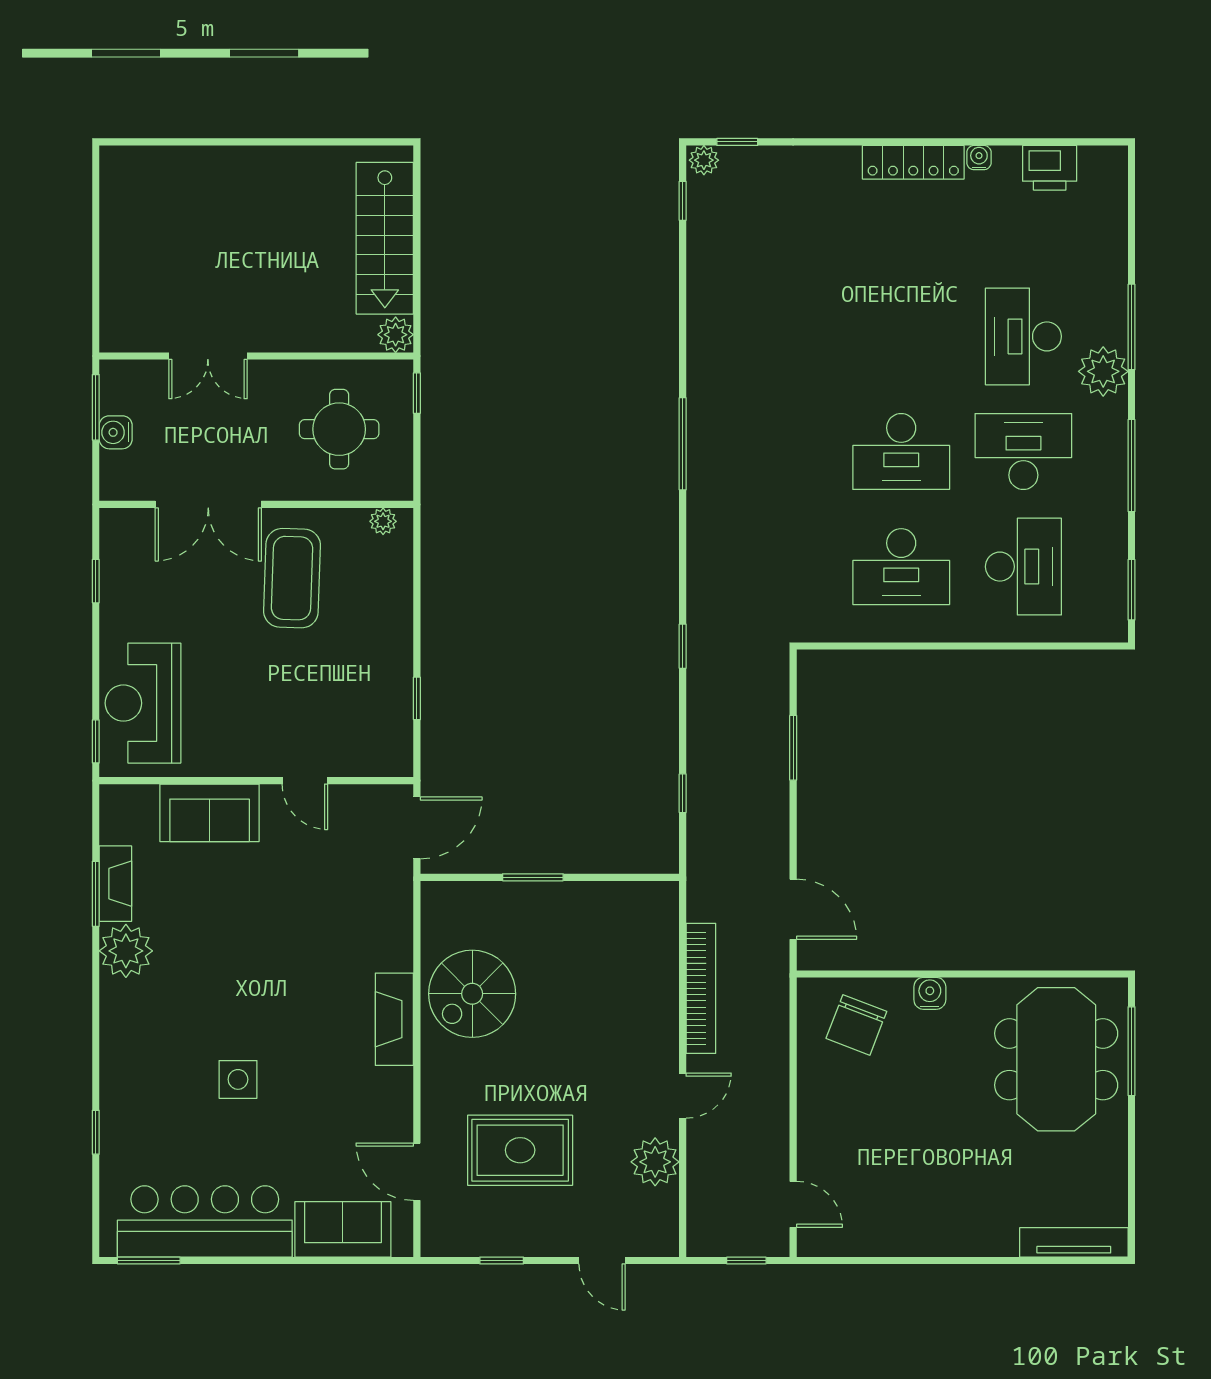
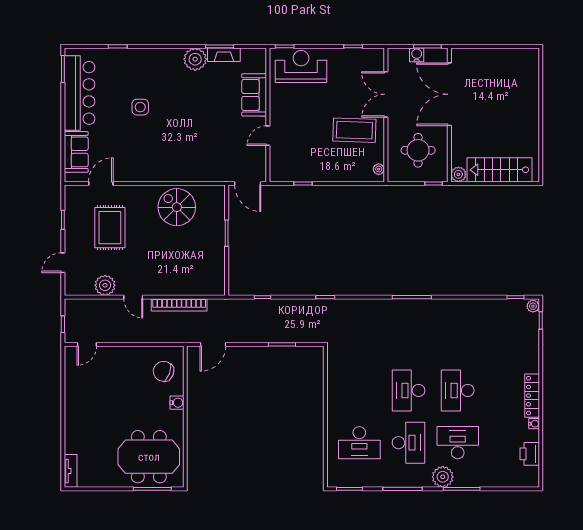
double door: (208, 356) -> (449, 94), width x1.87
desk: (901, 567) -> (458, 390), moved
fireplace: (394, 1019) -> (166, 174), removed
tv unit: (1074, 1242) -> (71, 471), width x0.71

